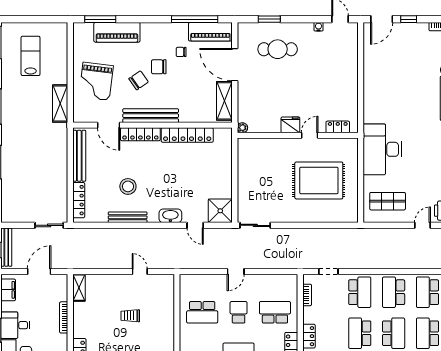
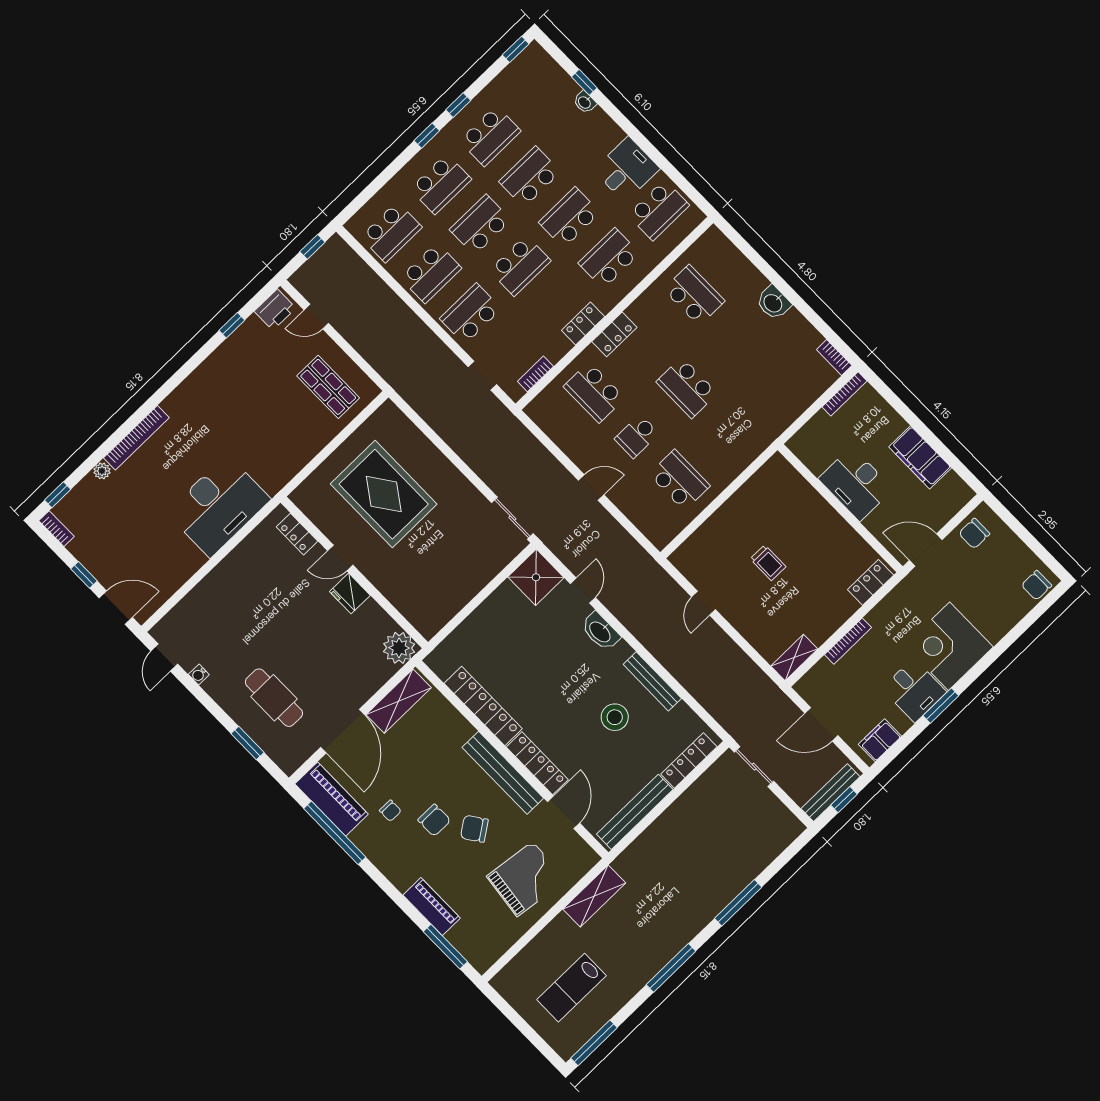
piano: (117, 32) -> (432, 907), width x0.73, depth x0.75
plant: (242, 128) -> (399, 648), width x1.88, depth x1.88
desk: (382, 149) -> (218, 506), moved

